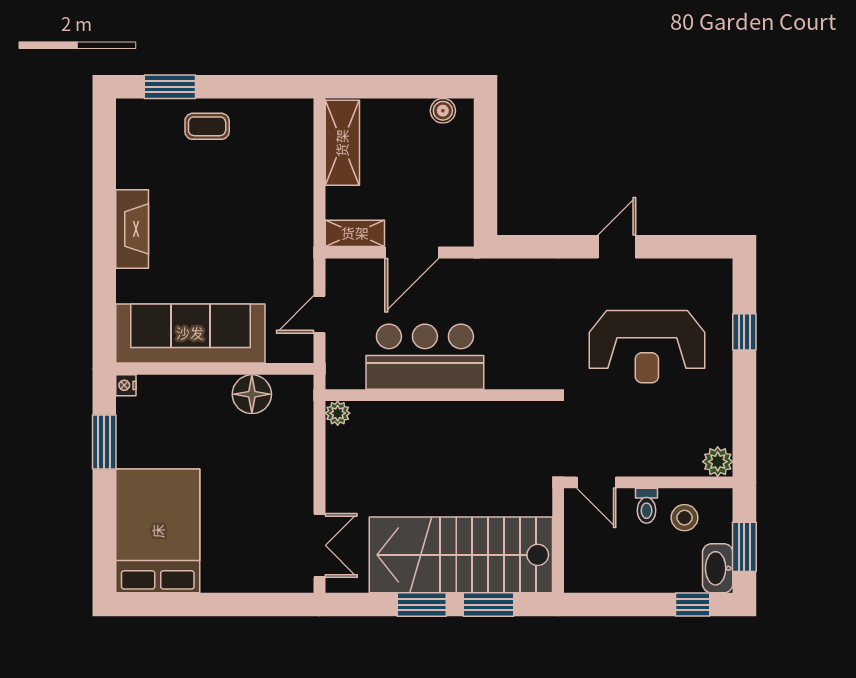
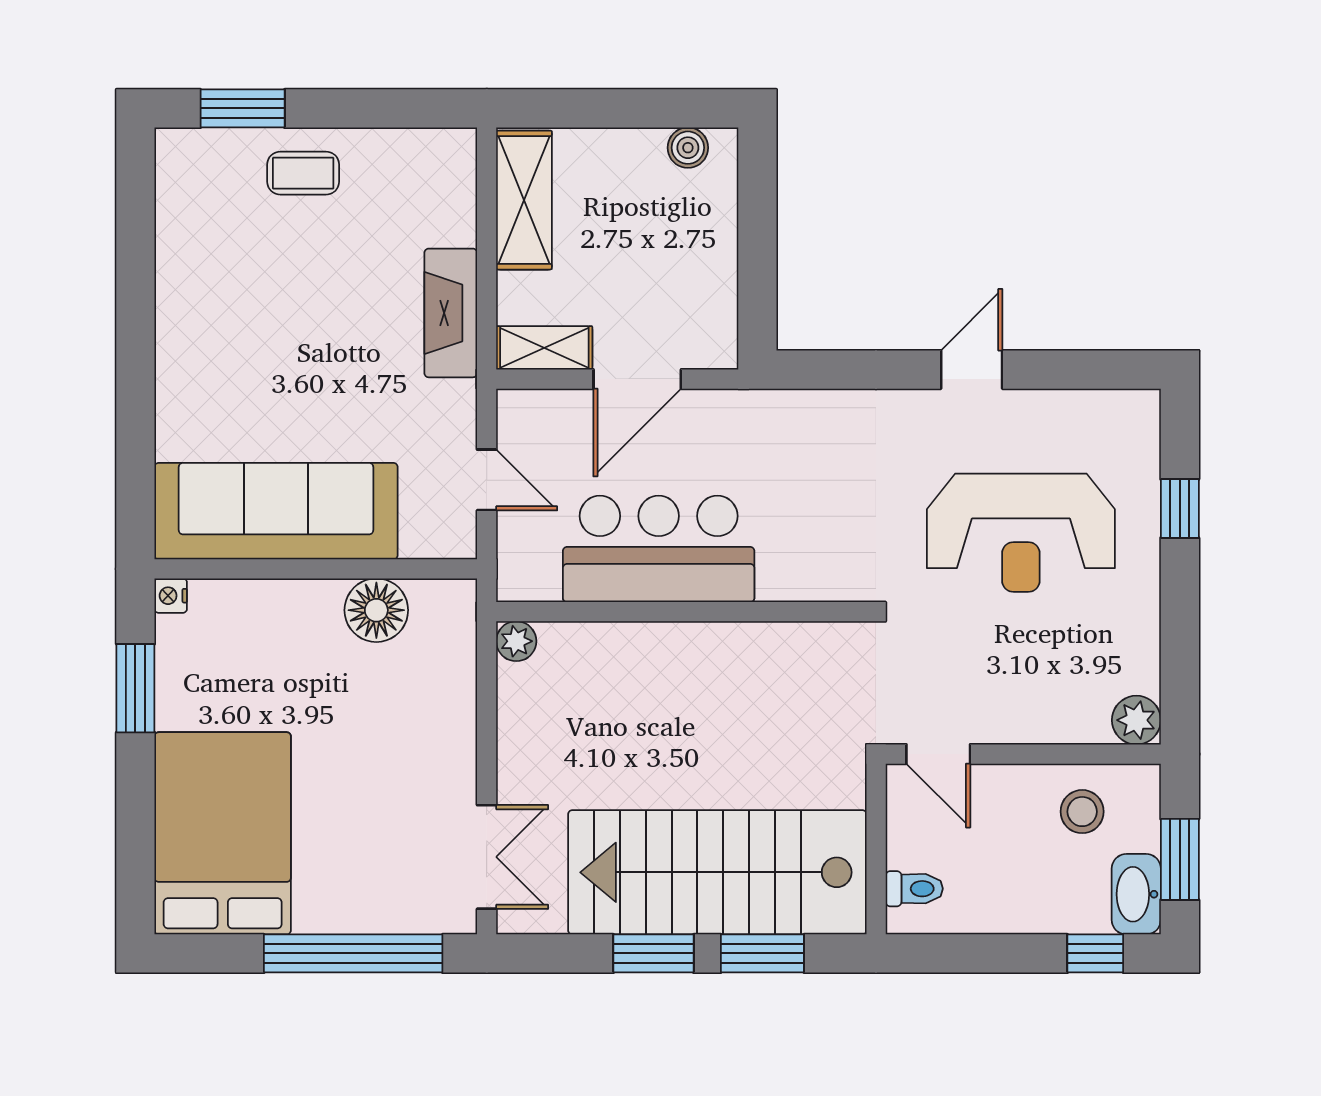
fireplace: (132, 229) -> (451, 313), moved, turned 180
door: (320, 314) -> (487, 480), swing flipped
toilet: (646, 506) -> (914, 889), moved, turned -90
window: (238, 605) -> (353, 953), added

